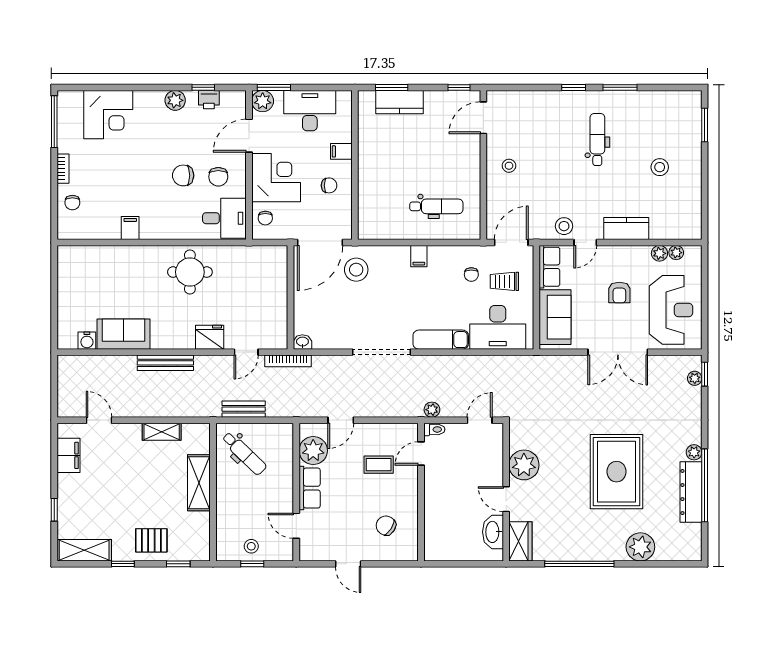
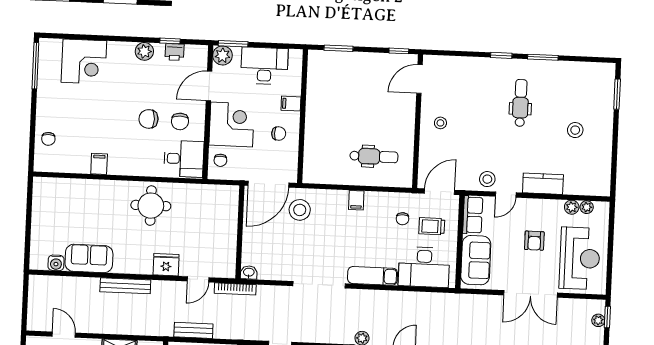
kitchen counter: (399, 102) -> (345, 62), removed
bookcase: (63, 169) -> (41, 108), removed

